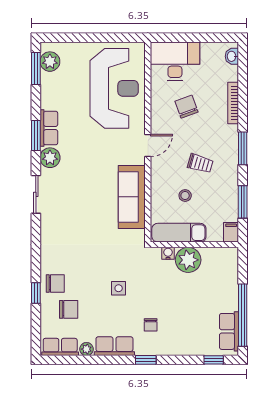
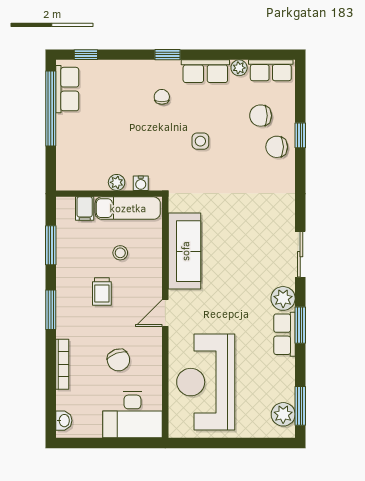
trolley: (200, 163) -> (102, 292), turned -106
filing cabinet: (231, 232) -> (85, 209), moved
plant: (188, 260) -> (117, 182), width x0.53, depth x0.53

